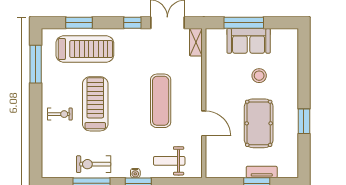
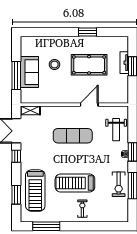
treadmill: (85, 49) -> (35, 191), turned 180

